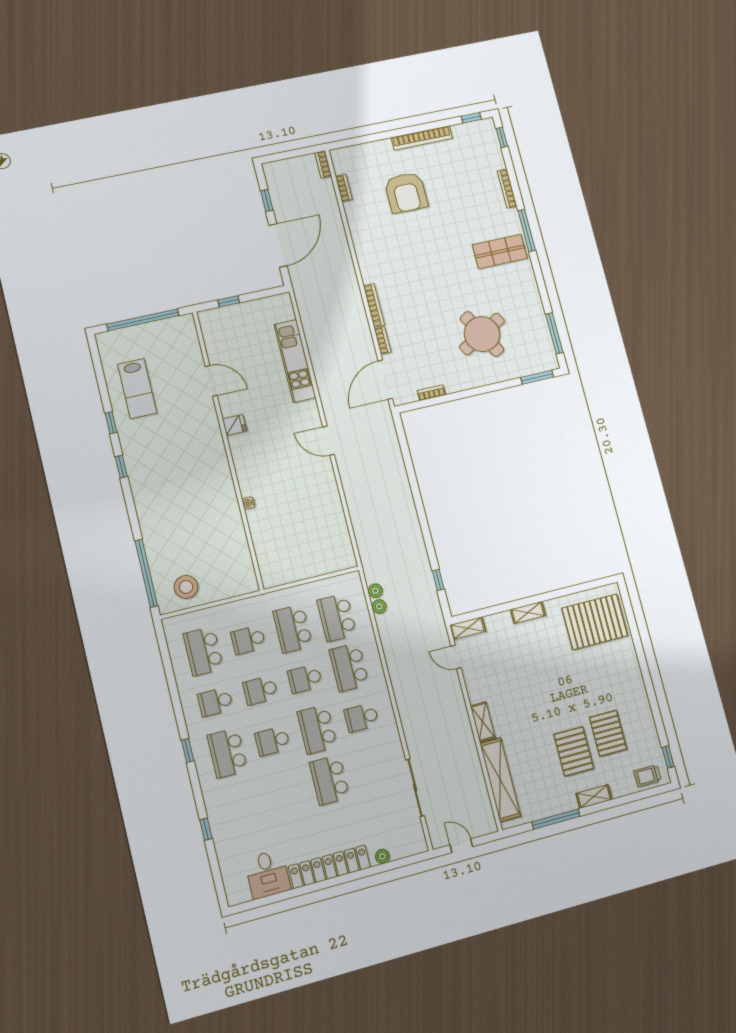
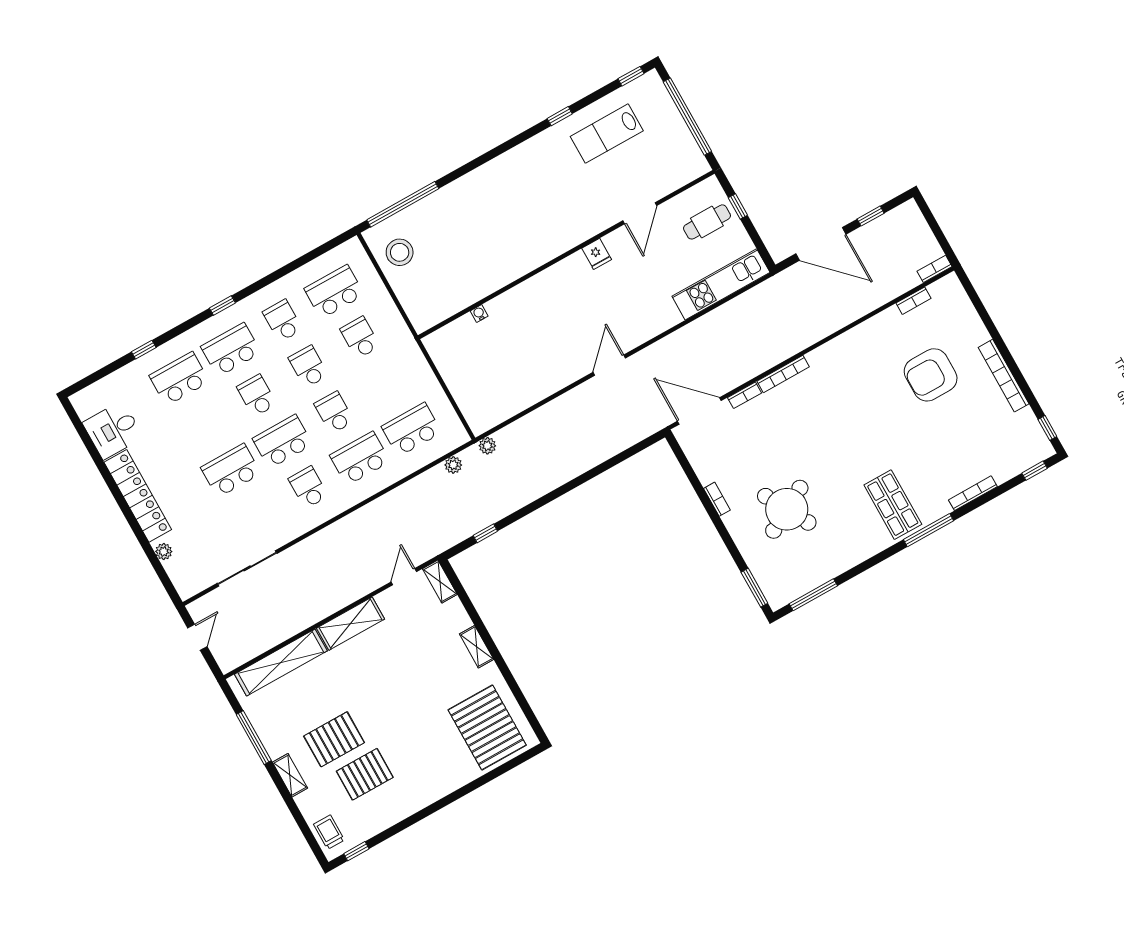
cafe table: (234, 329) -> (707, 222), added
kitchen unit: (295, 361) -> (721, 284), moved
bookcase: (431, 393) -> (717, 499), moved
window: (121, 467) -> (631, 76), moved
water cooler: (248, 503) -> (479, 313), moved
plant: (379, 606) -> (487, 446), moved
school desk: (293, 629) -> (179, 379), moved
shelving: (483, 722) -> (351, 624), width x1.50, depth x1.33

